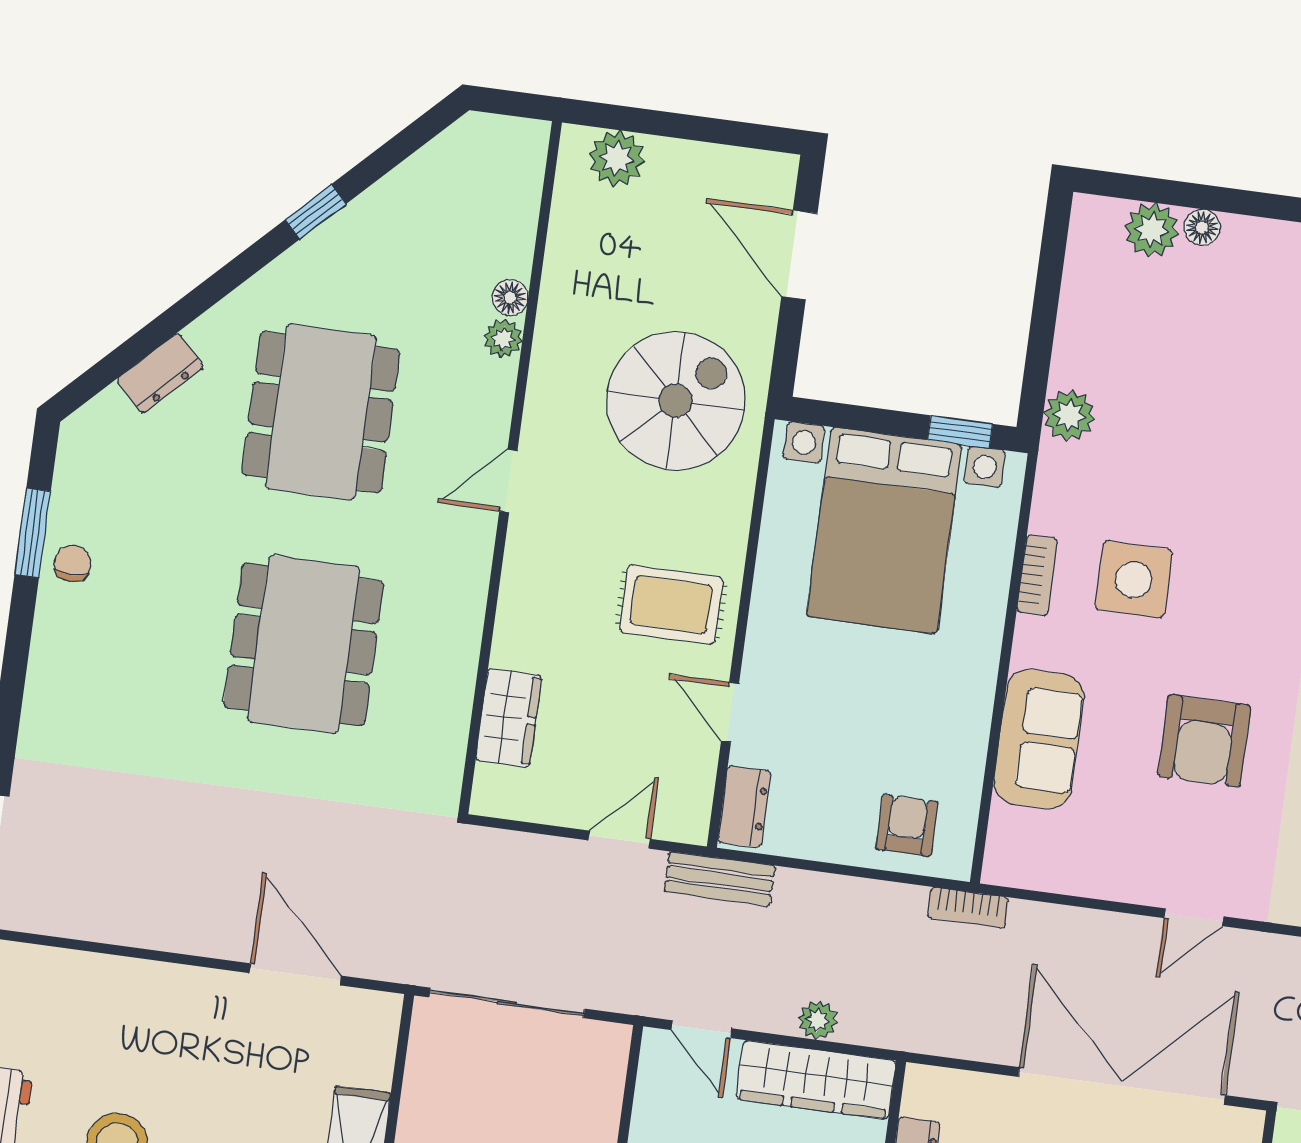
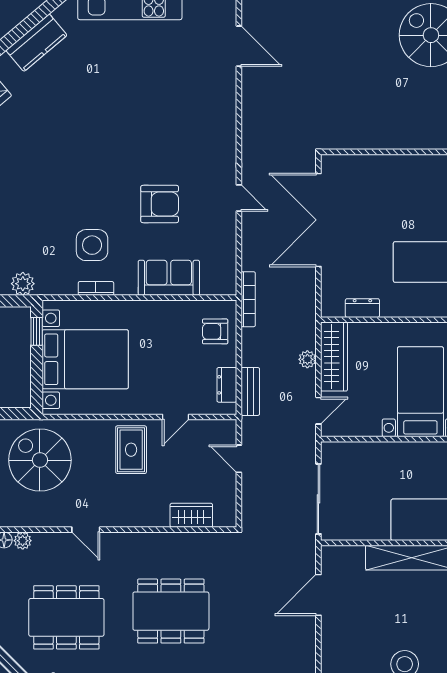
dresser: (744, 807) -> (227, 385), moved, turned -90
bench: (720, 879) -> (250, 391), moved
bookcase: (968, 908) -> (248, 299), width x1.56

